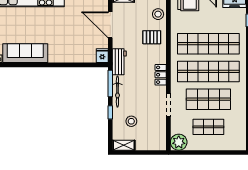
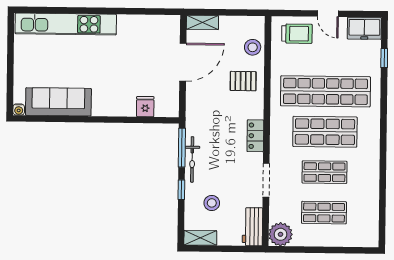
door: (110, 25) -> (183, 62), swing flipped
fridge: (102, 56) -> (145, 107), moved
workbench: (119, 62) -> (252, 227), moved, turned 180
shop shelf: (208, 71) -> (325, 132), width x0.71
shop shelf: (208, 99) -> (324, 172), width x0.70, depth x0.74

